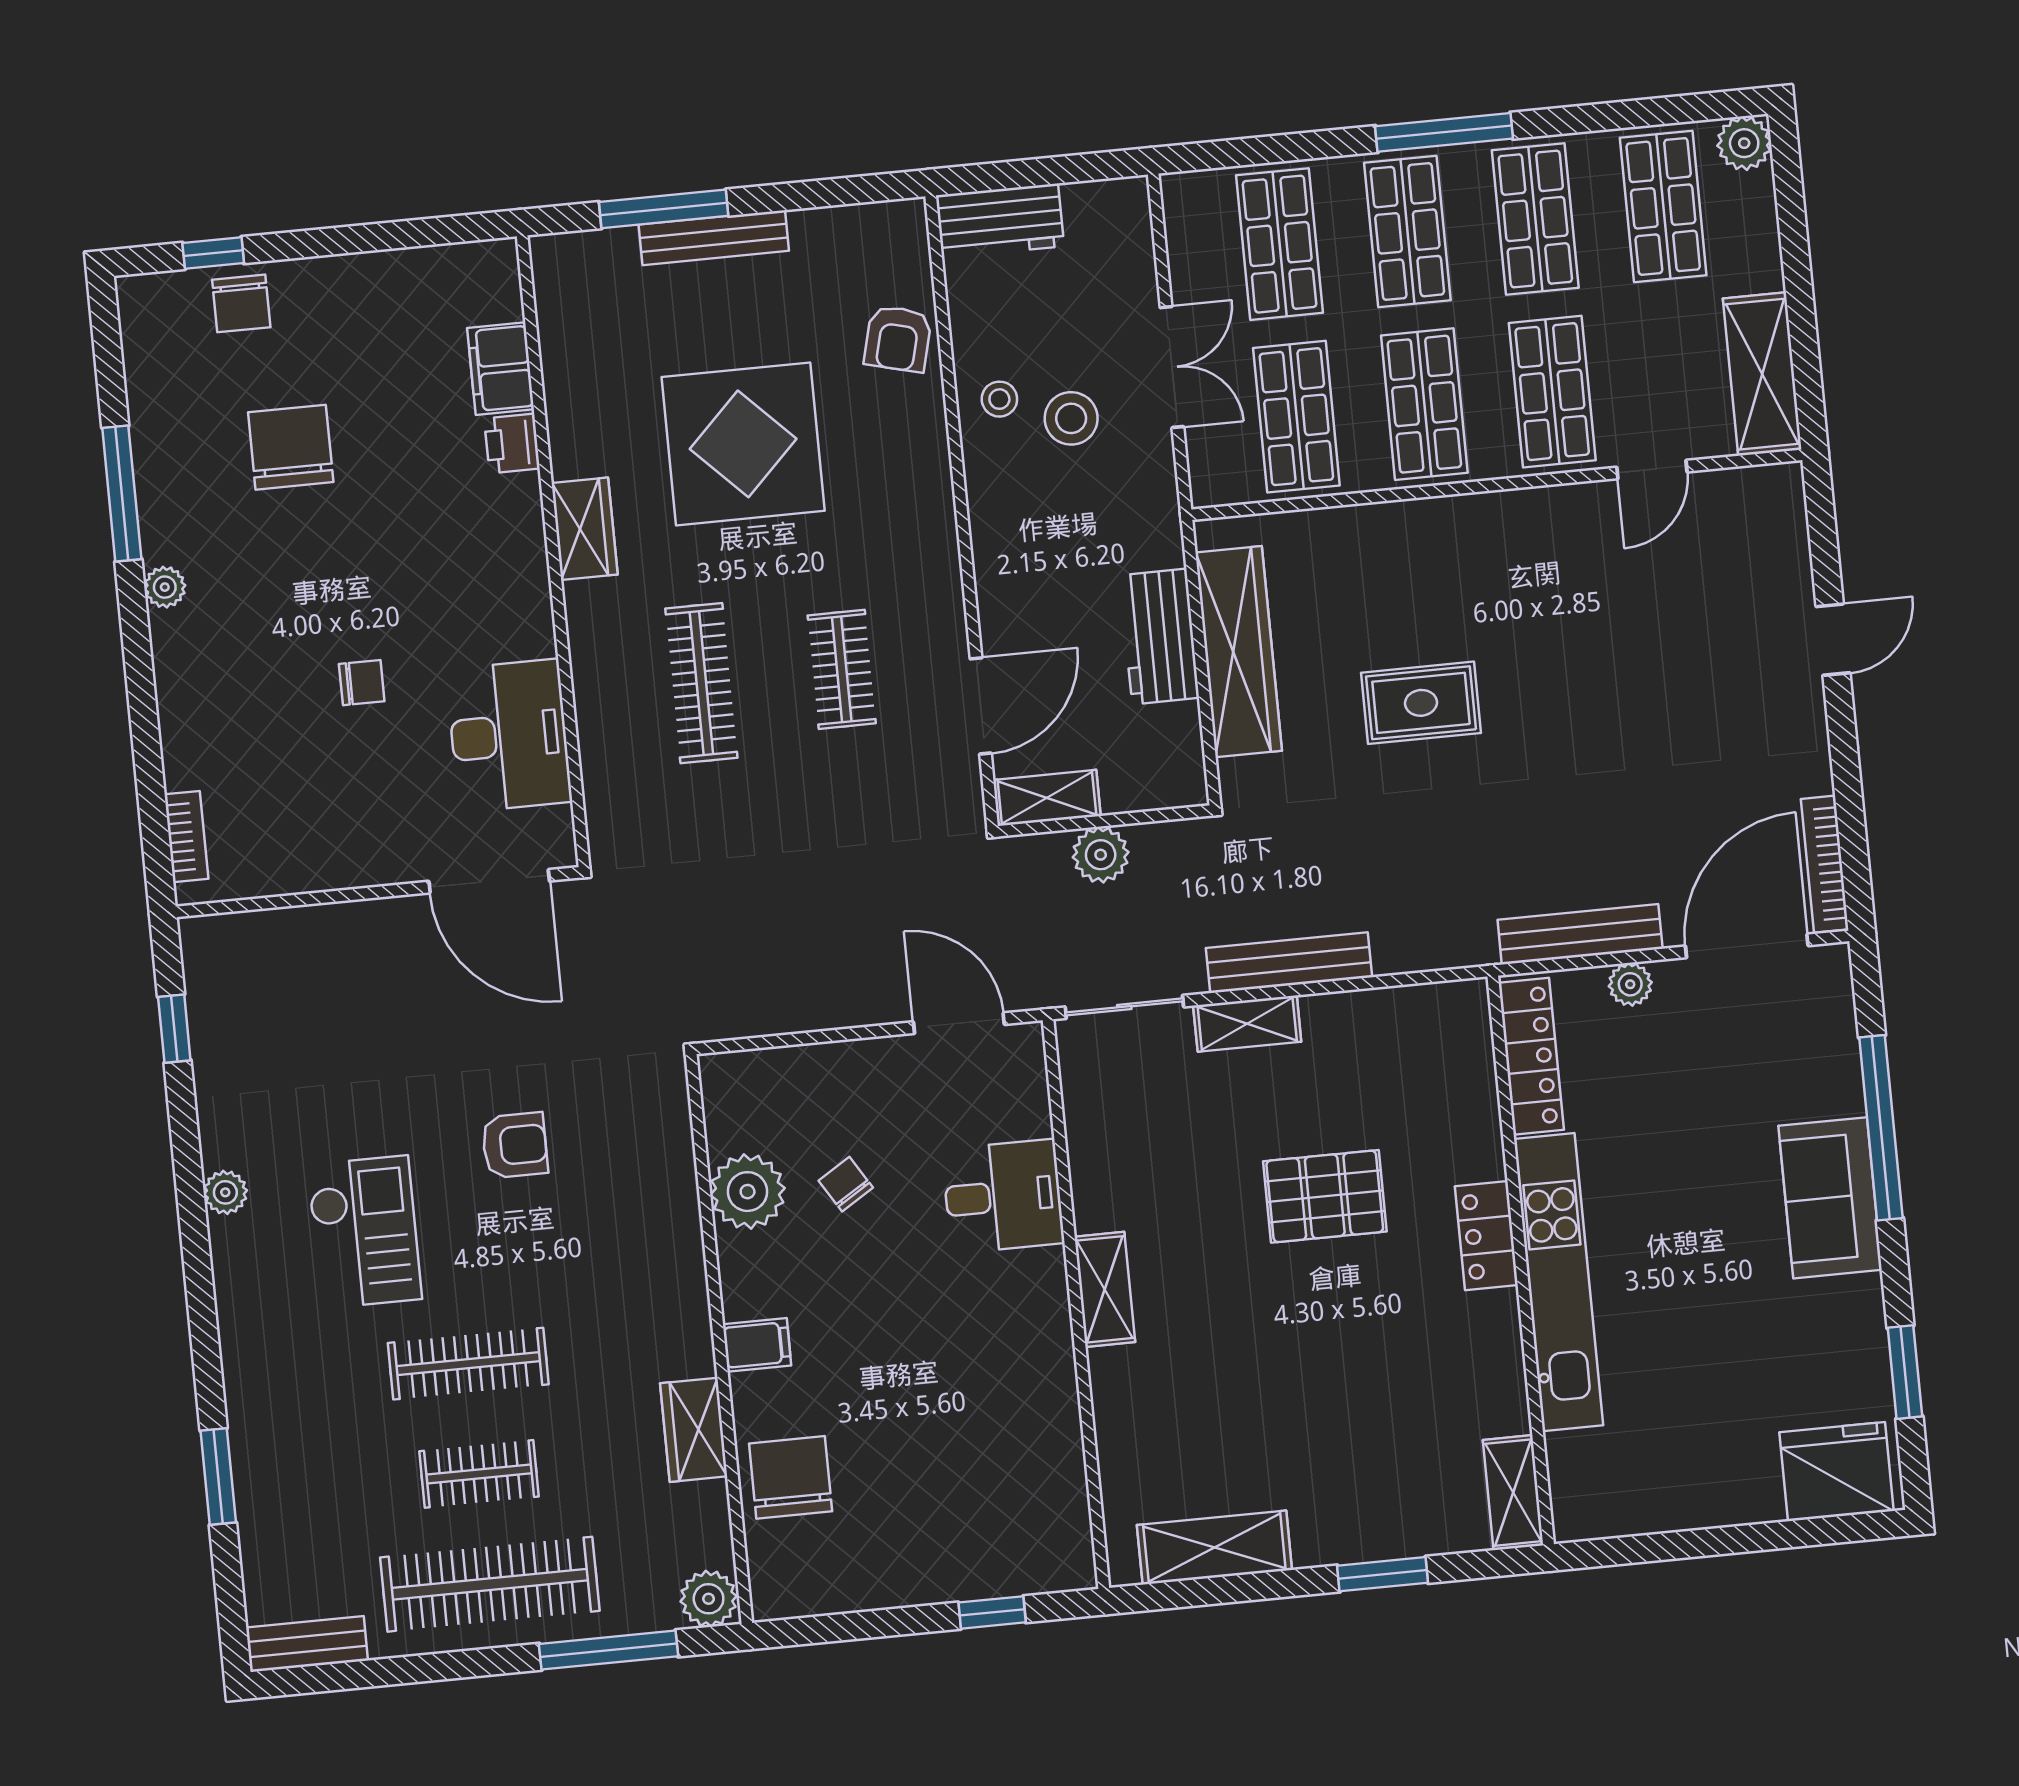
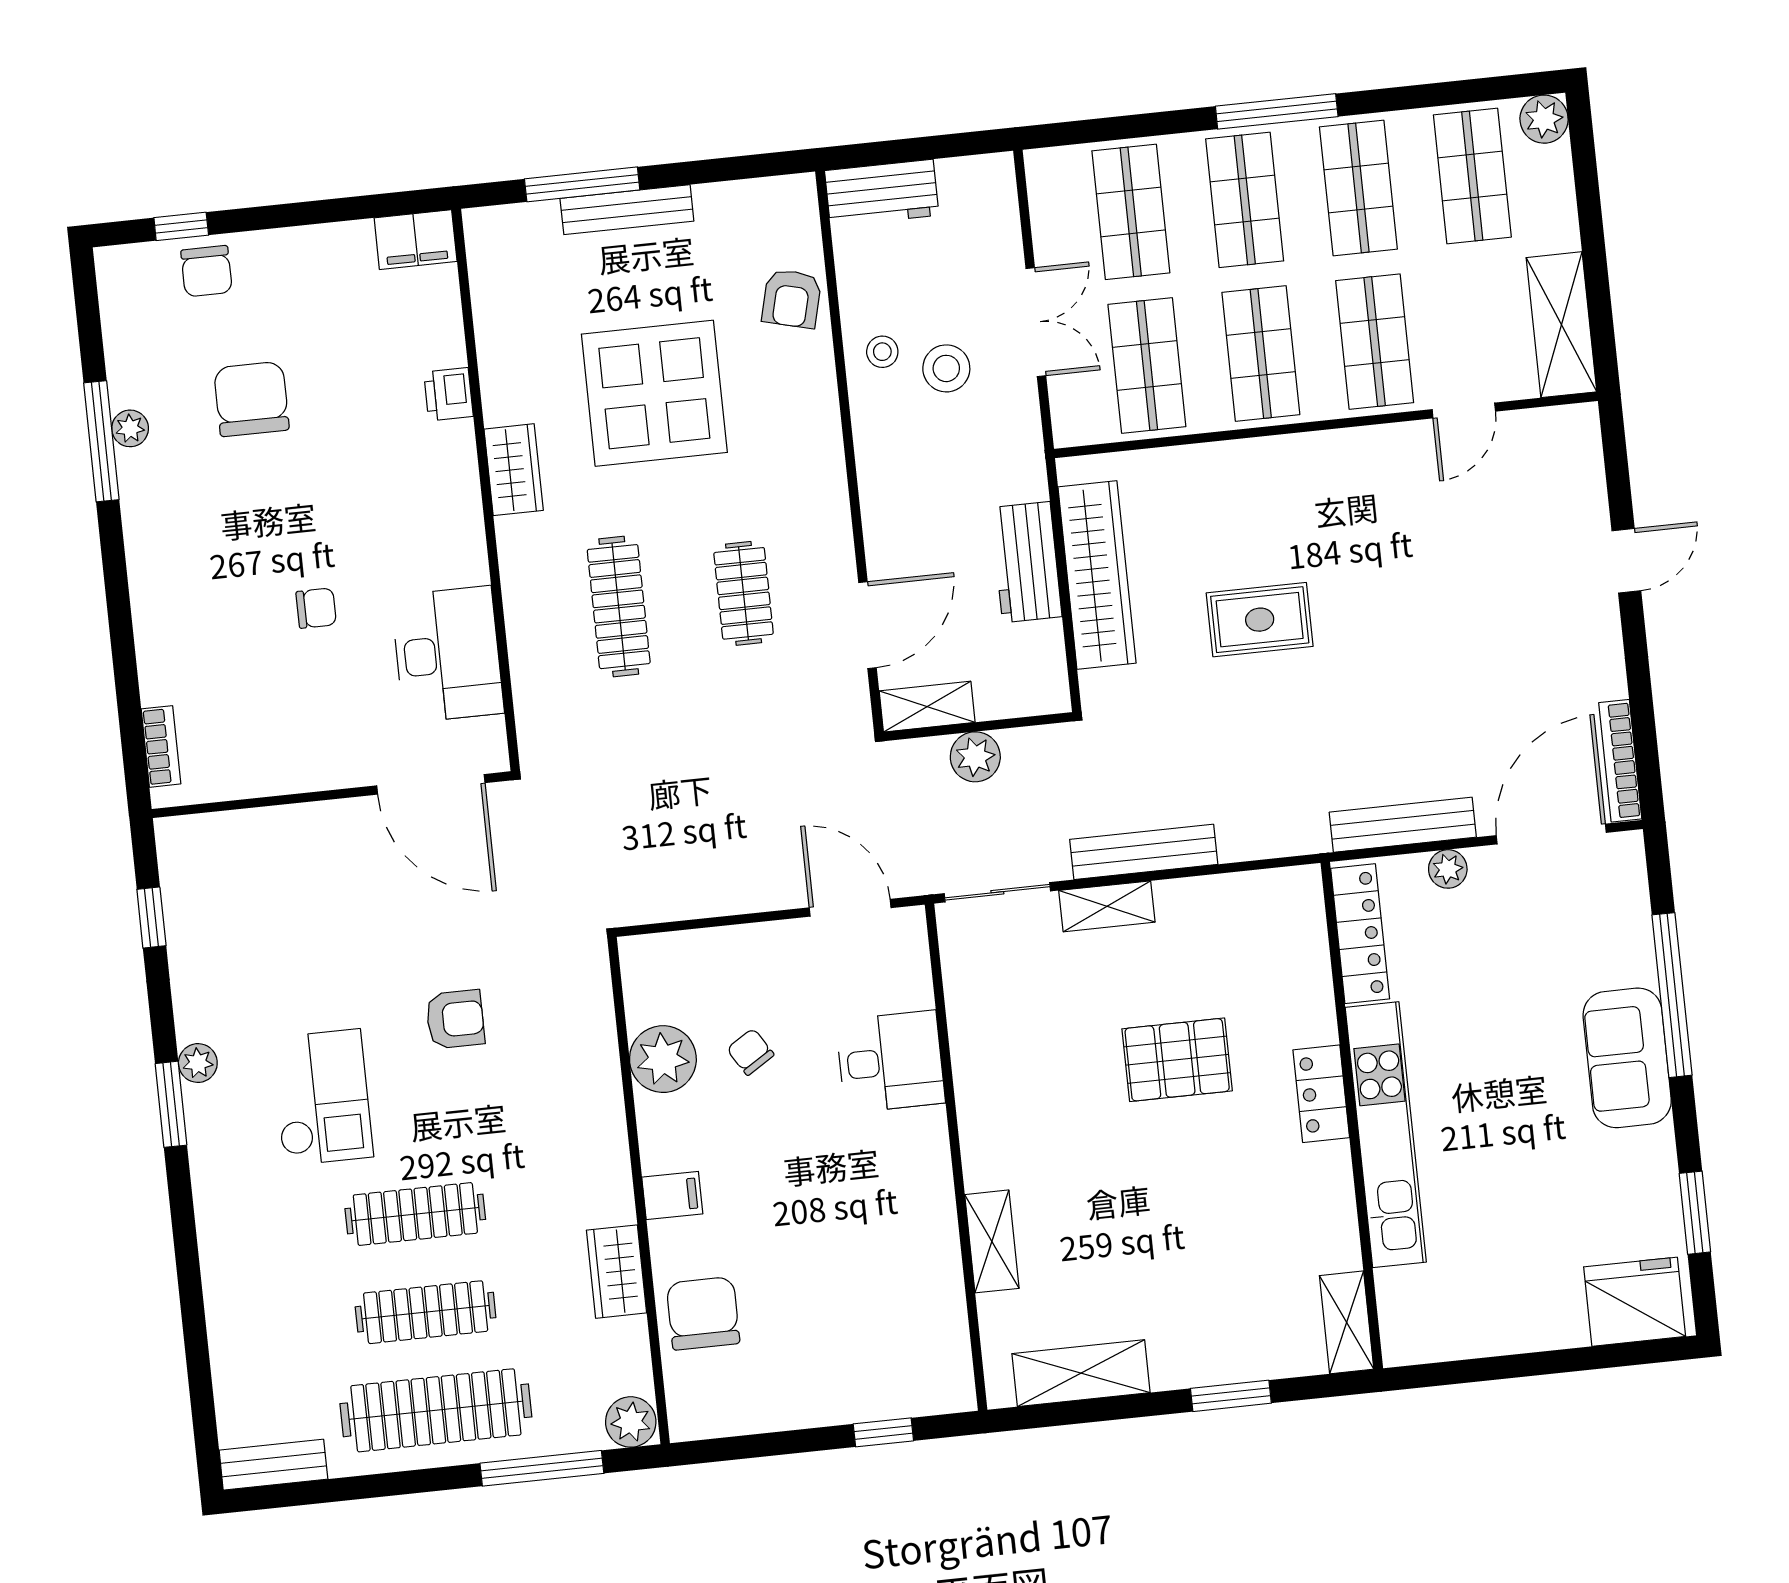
filing cabinet: (501, 369) -> (416, 240), moved, turned -90
plant: (165, 587) -> (130, 428), moved
shelving: (1105, 1289) -> (992, 1241), moved
clothes rail: (479, 1474) -> (426, 1312), width x1.36
window: (218, 1477) -> (171, 1104), moved

